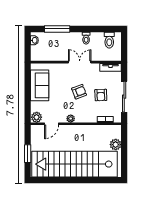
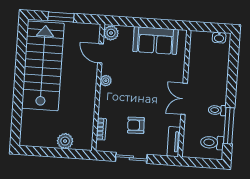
window: (57, 29) -> (229, 126), moved
double door: (80, 62) -> (184, 99), swing flipped
armchair: (79, 92) -> (143, 95), removed
sliding door: (124, 97) -> (131, 158), width x0.73
stairs: (75, 164) -> (43, 66), width x0.73

